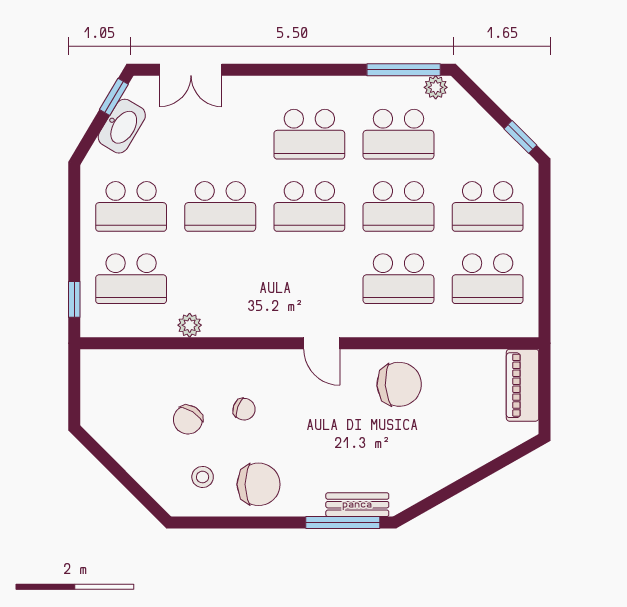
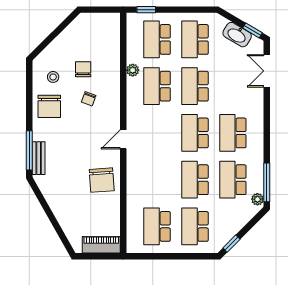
school desk: (398, 279) -> (157, 86), moved
chair: (188, 420) -> (83, 69), turned 58

